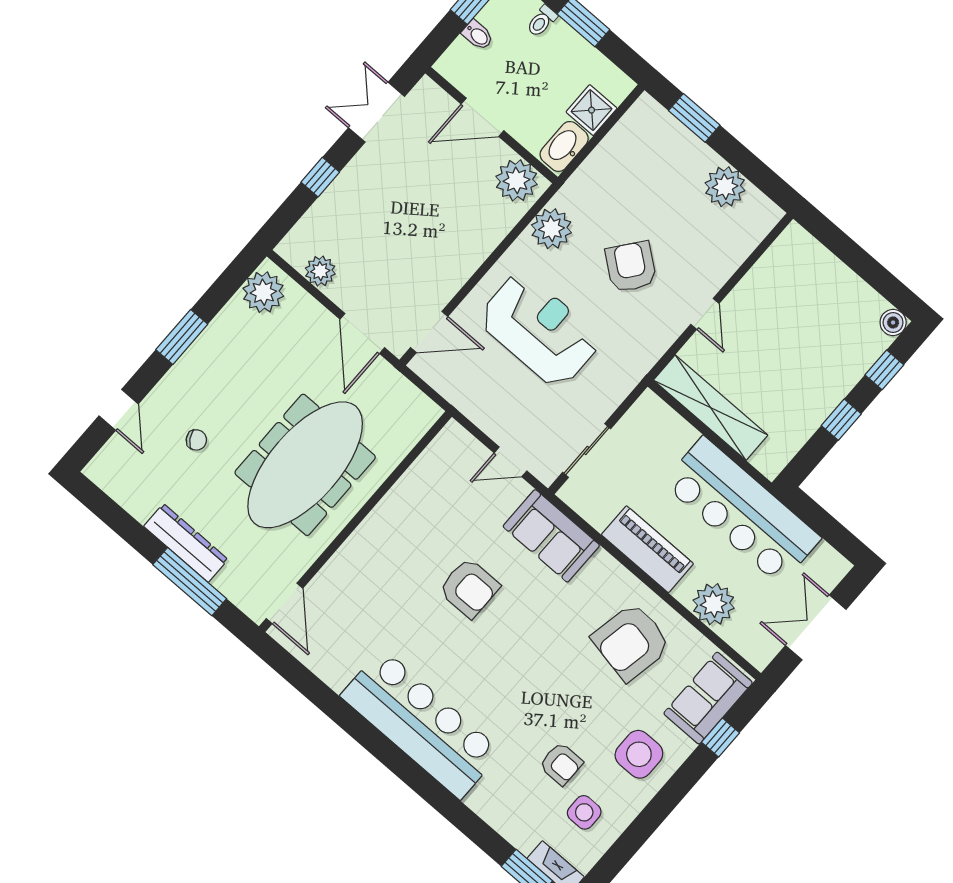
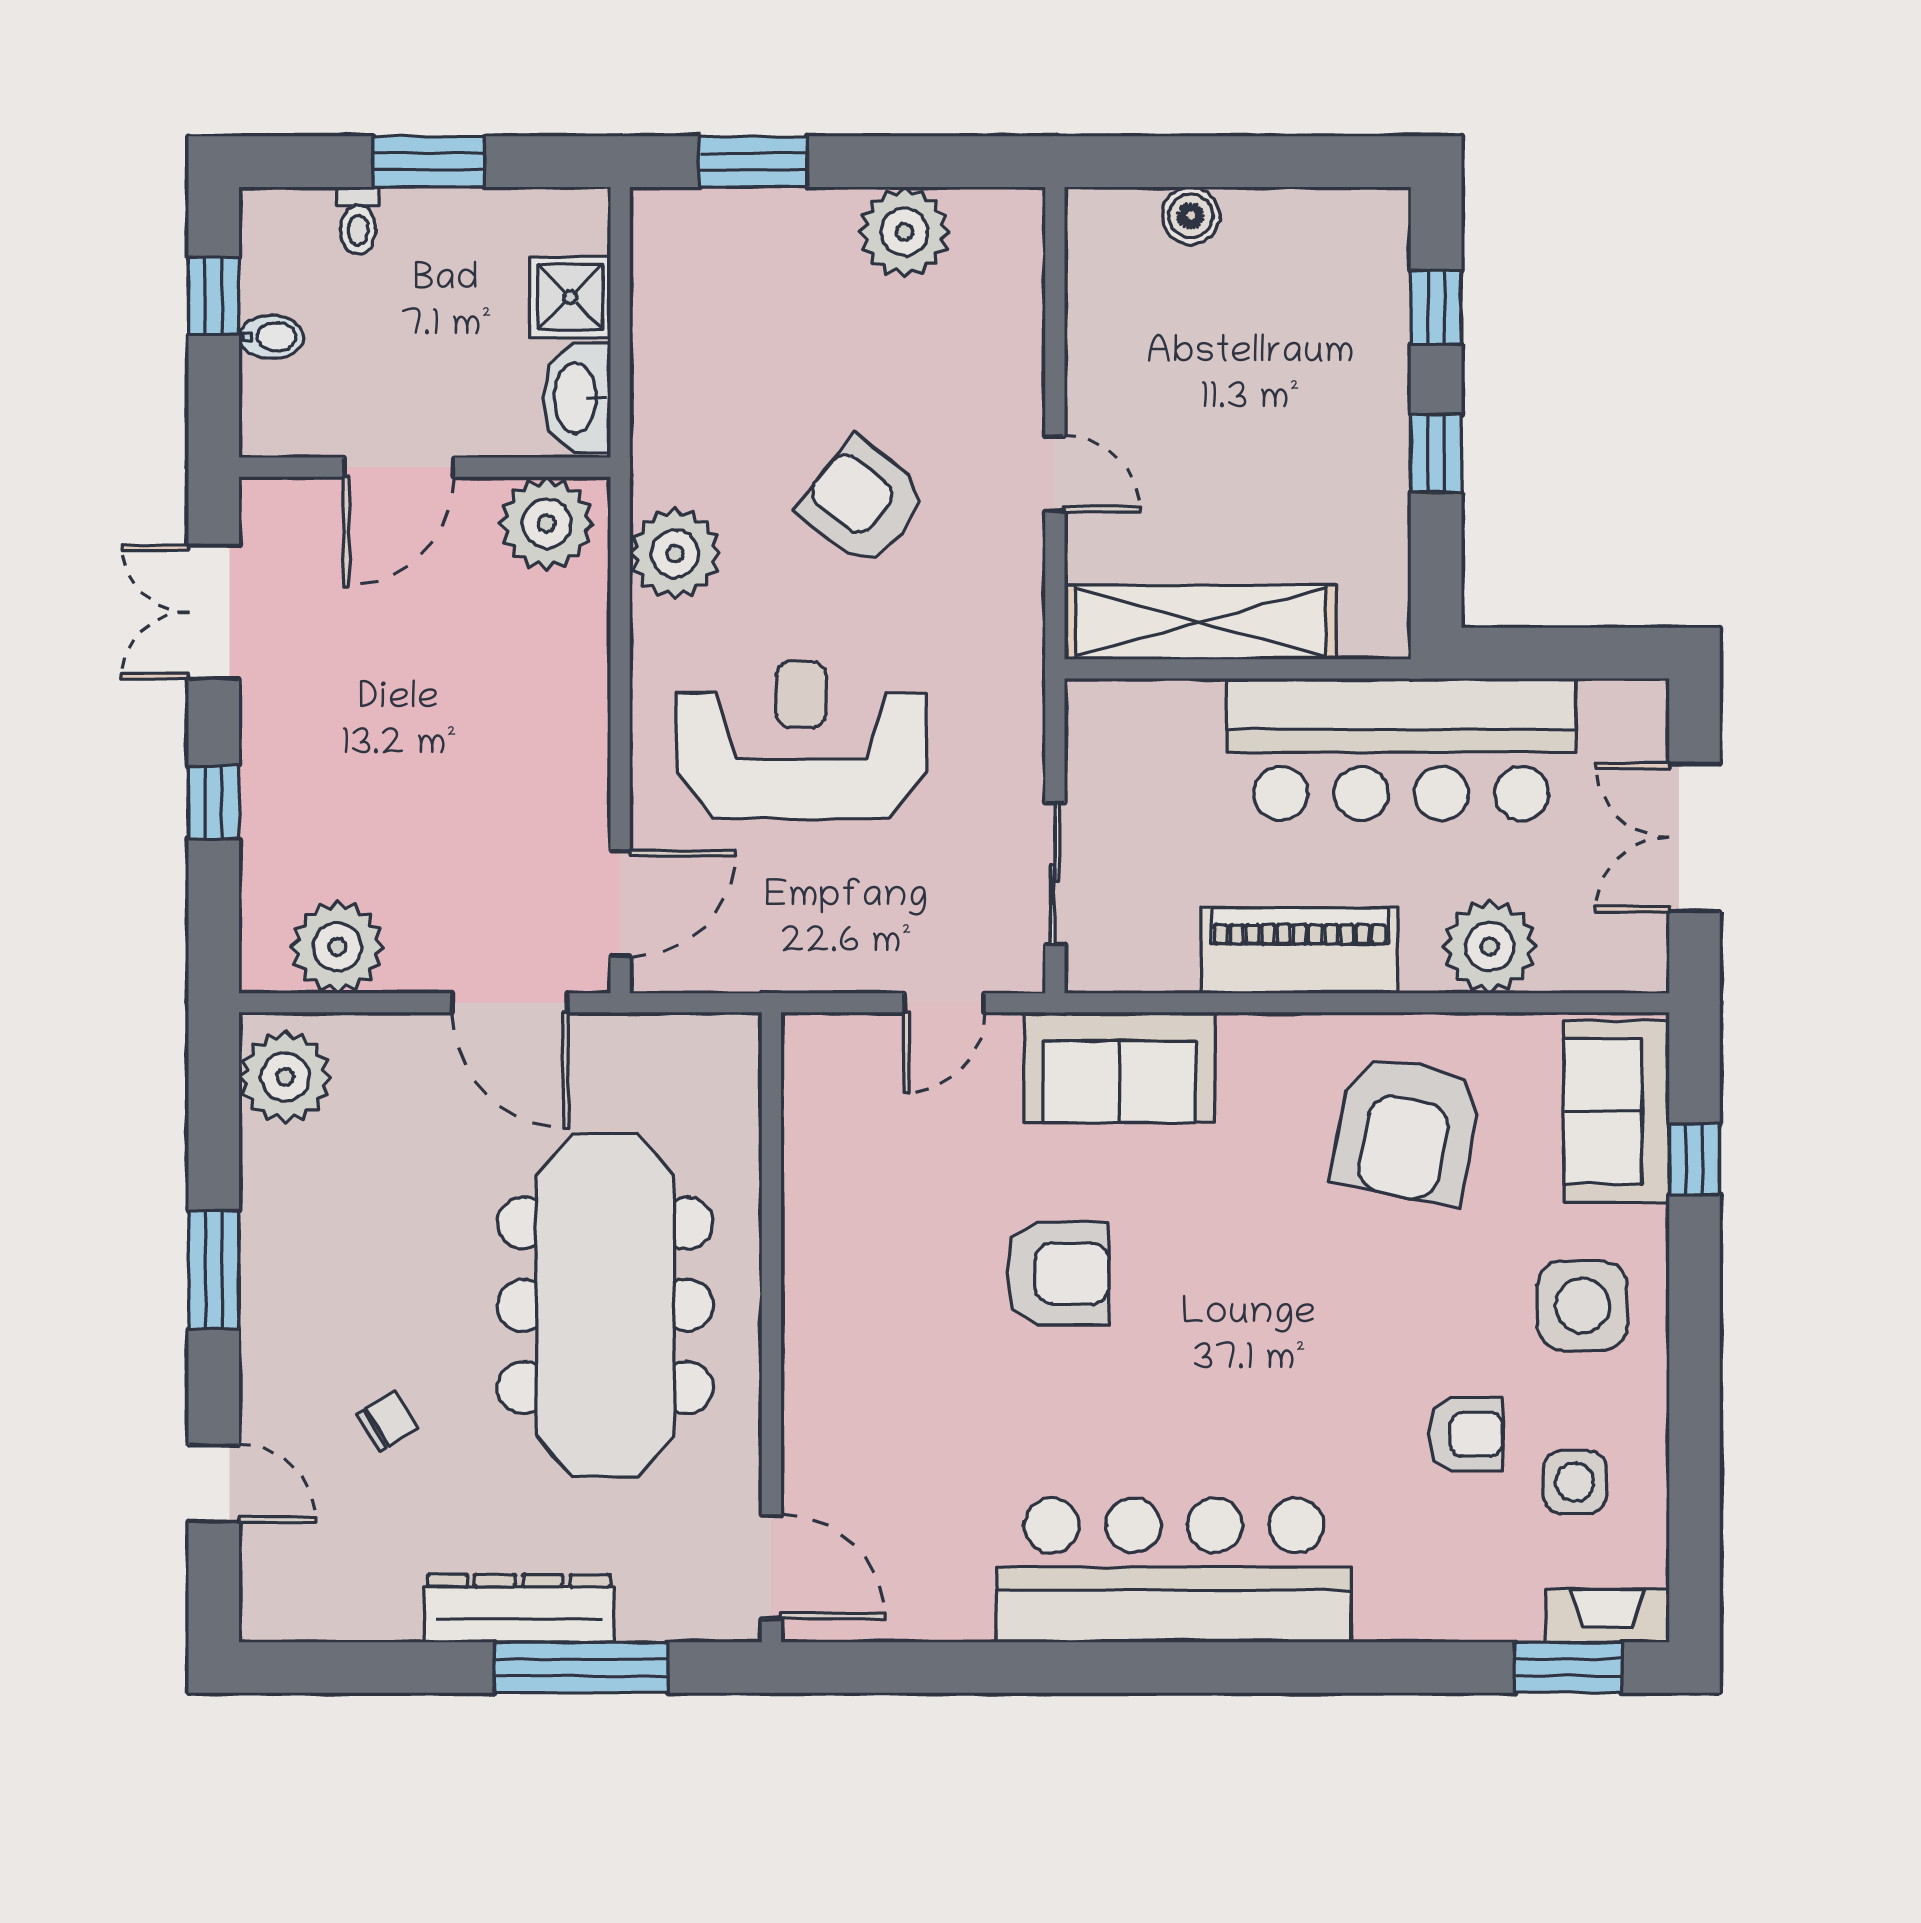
plant: (320, 271) -> (337, 947), width x1.36, depth x1.36
boiler: (893, 323) -> (1191, 216), moved

